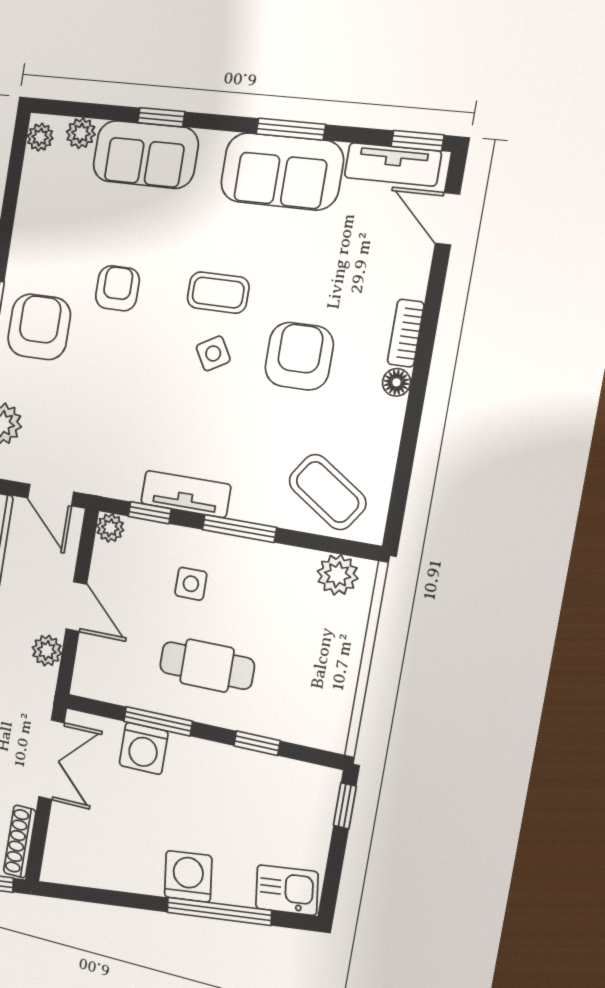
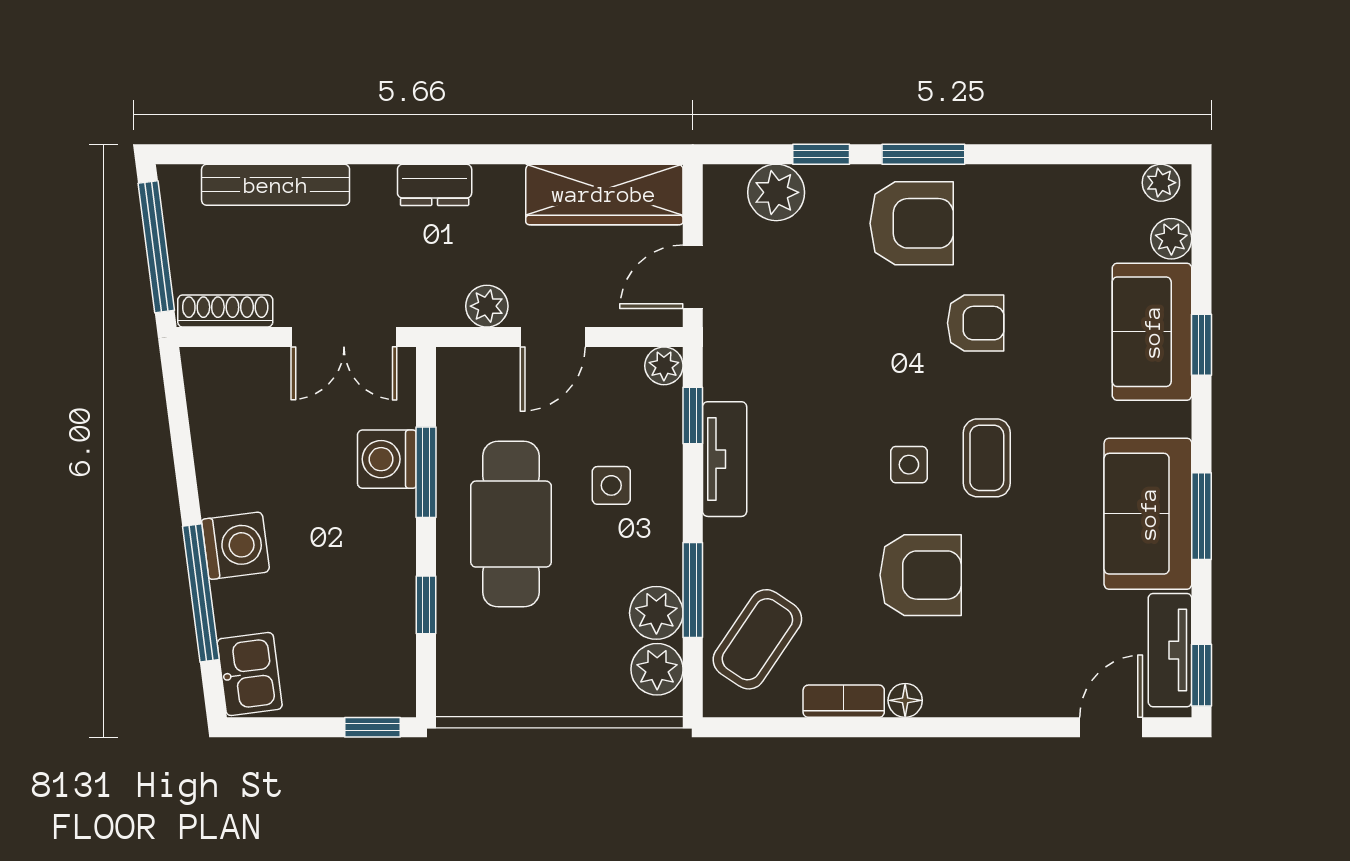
bookcase: (406, 333) -> (844, 701), moved
side table: (213, 353) -> (909, 465), turned 30
window: (239, 529) -> (693, 590), moved
plant: (293, 567) -> (656, 613), added
cafe table: (207, 666) -> (511, 524), width x1.37, depth x1.35

